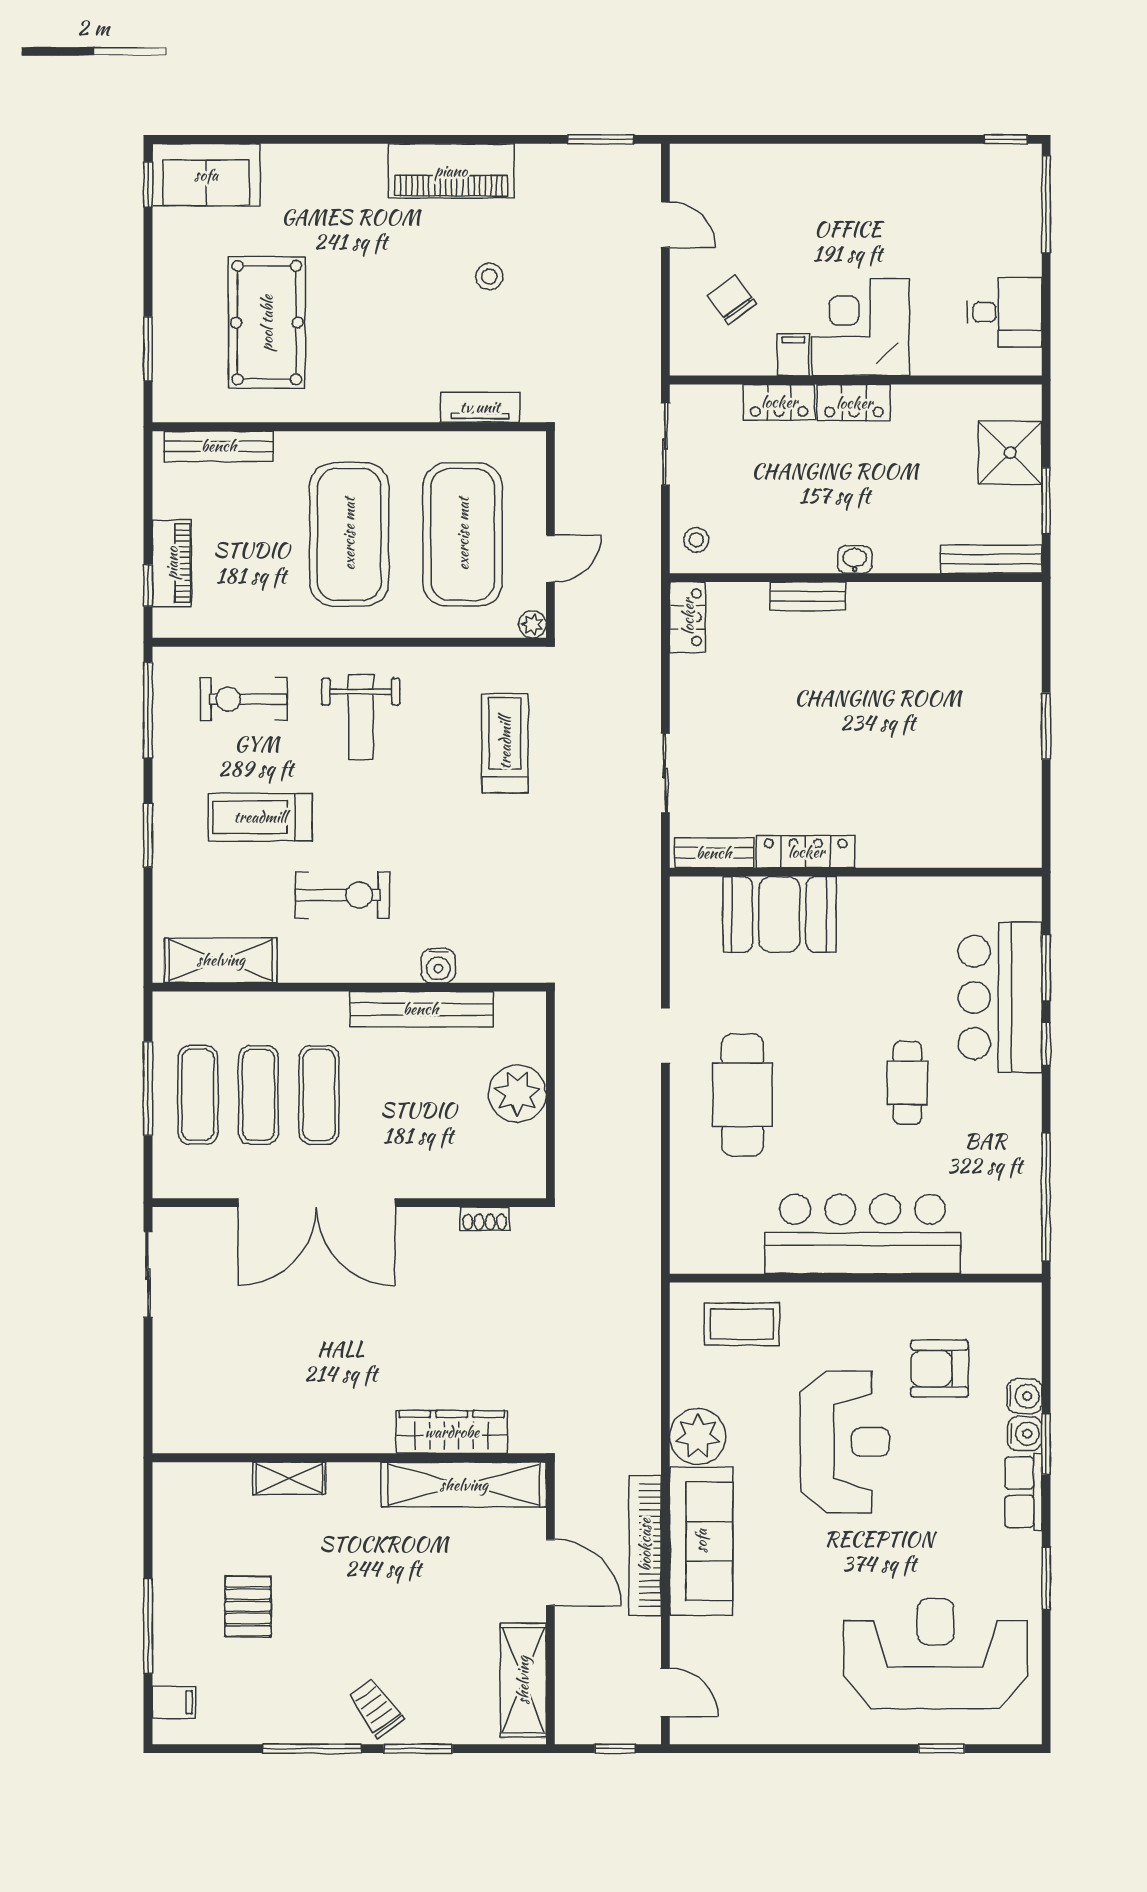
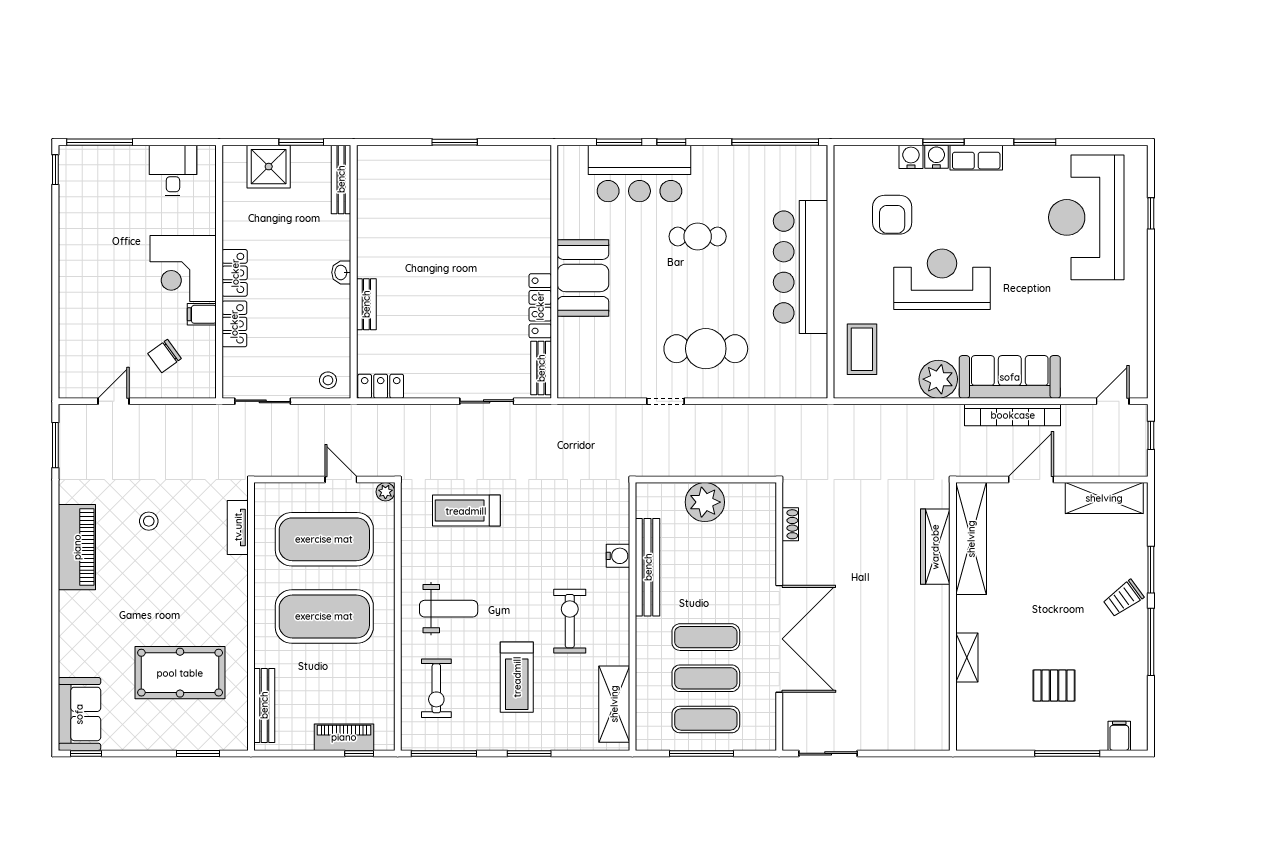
booth: (779, 914) -> (583, 278), moved

